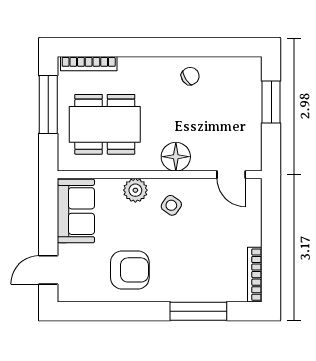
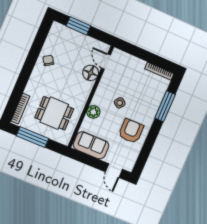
dining table: (105, 124) -> (54, 113), width x0.73
floor lamp: (176, 157) -> (91, 73), moved
door: (231, 175) -> (106, 61), swing flipped
side table: (171, 205) -> (120, 103), moved

